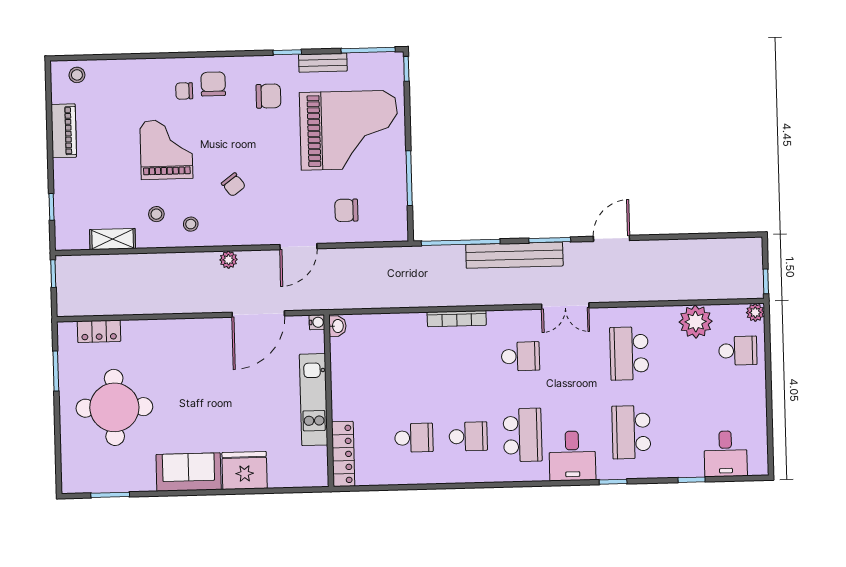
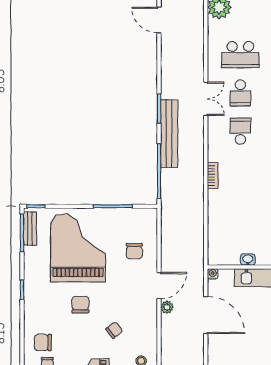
bench: (323, 63) -> (30, 229), moved
chair: (268, 96) -> (80, 305), moved
door: (611, 238) -> (159, 20), moved
door: (298, 247) -> (159, 286), hinge flipped
plant: (228, 260) -> (167, 307), moved
bookcase: (457, 319) -> (213, 175), width x0.64
washbasin: (337, 326) -> (248, 260), moved
school desk: (575, 355) -> (240, 93), added

